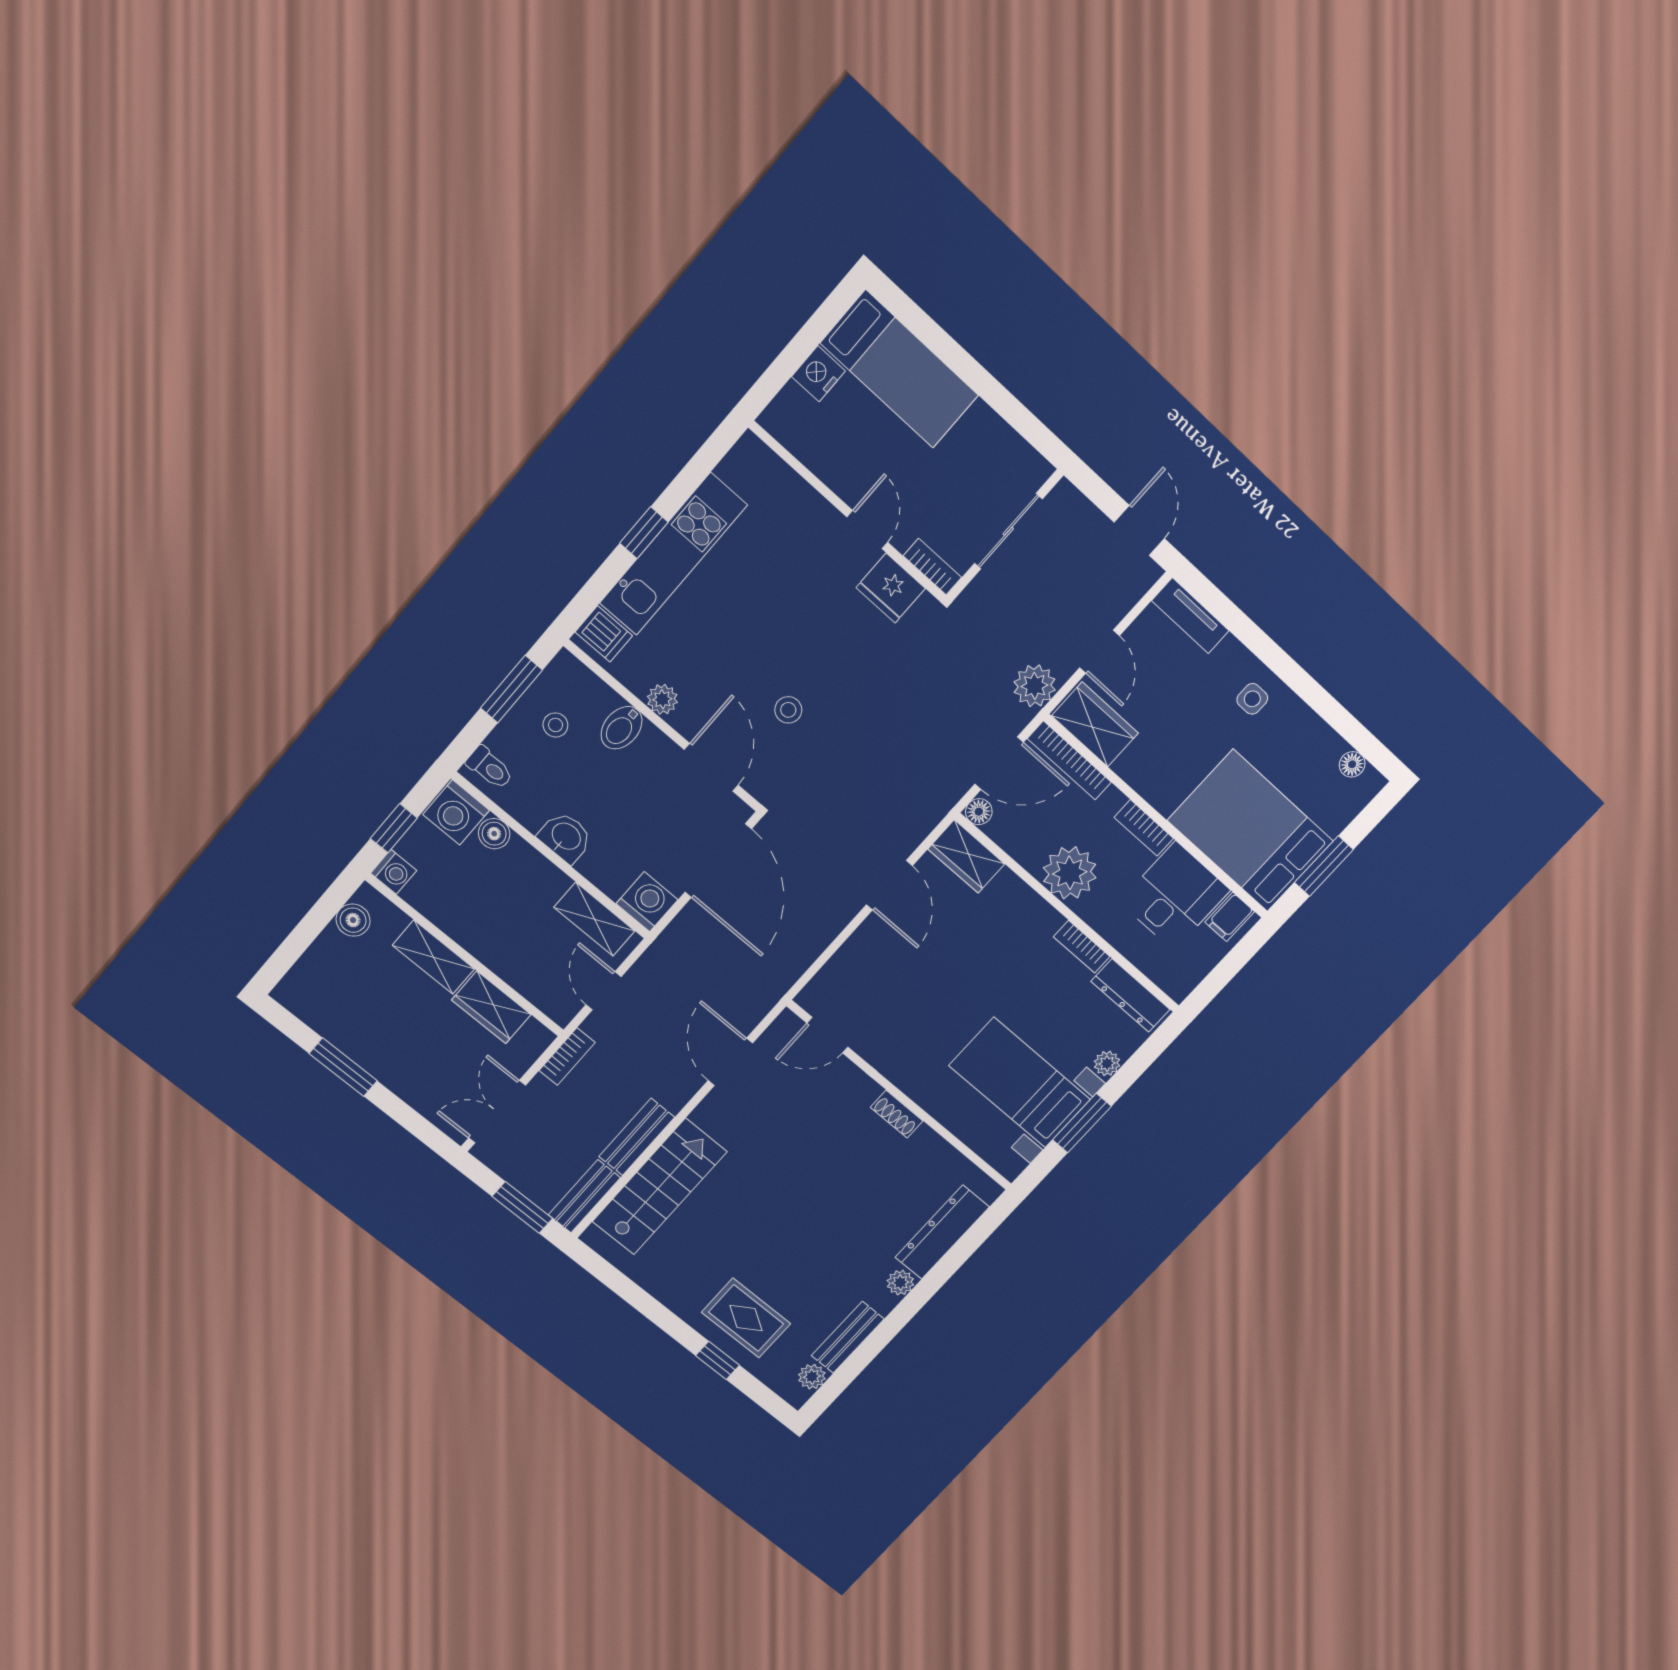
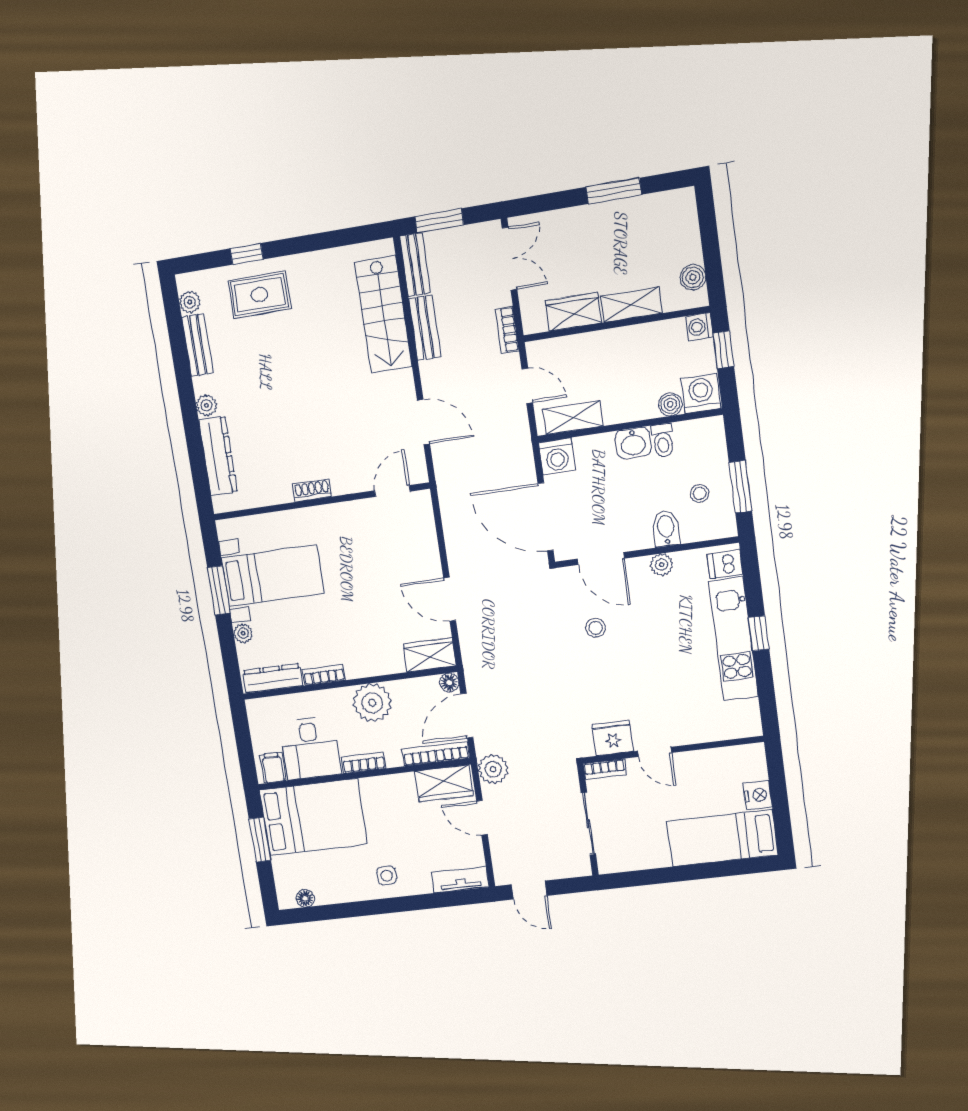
toilet: (490, 768) -> (663, 440), moved, turned -90

